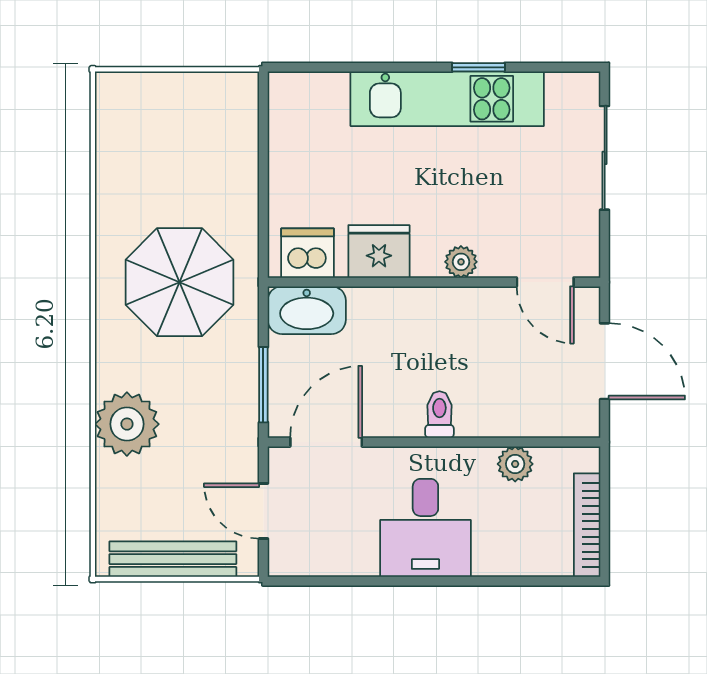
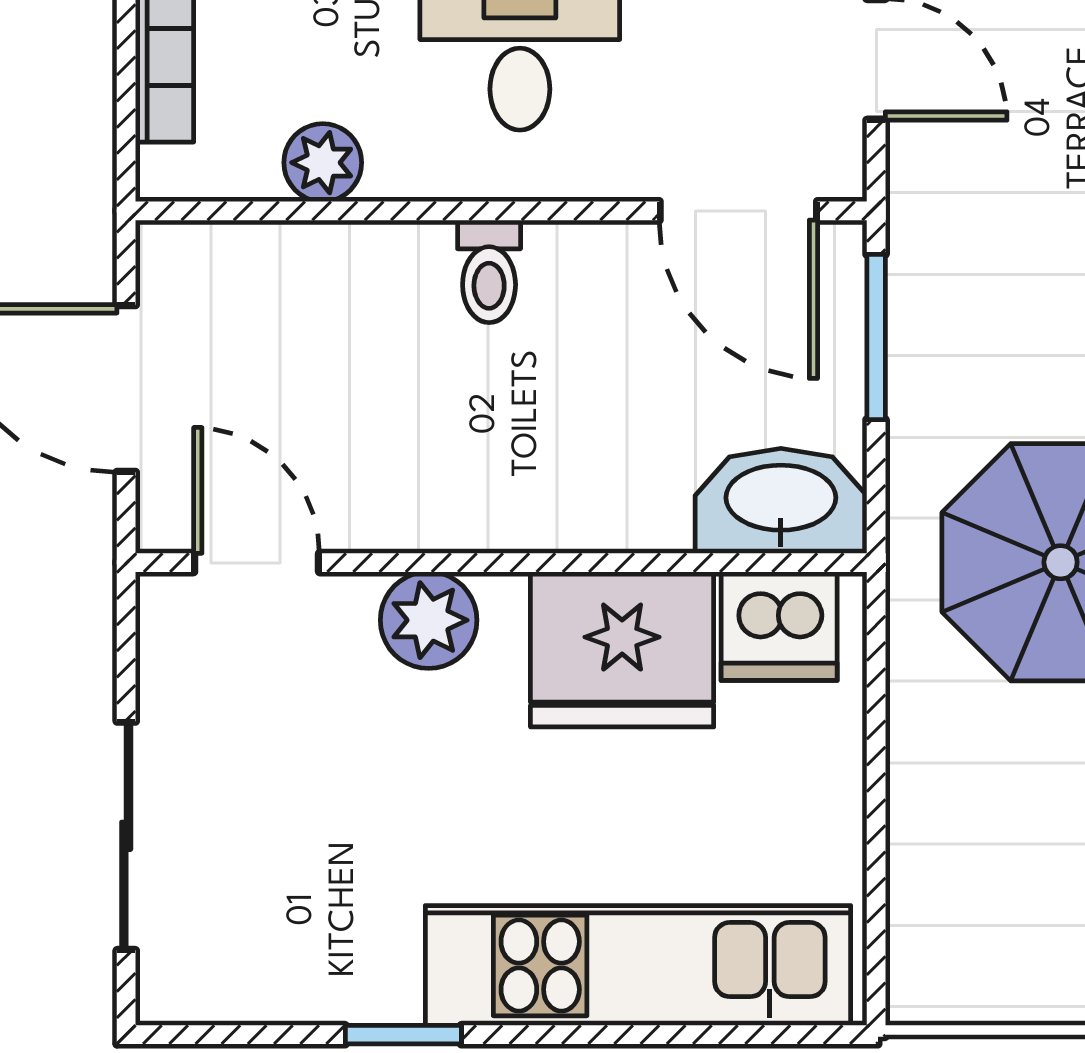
kitchen unit: (447, 99) -> (638, 966), moved
fridge: (379, 251) -> (622, 649), width x1.36, depth x1.34
plant: (461, 262) -> (429, 620), width x1.38, depth x1.38
door: (326, 442) -> (738, 211), hinge flipped

